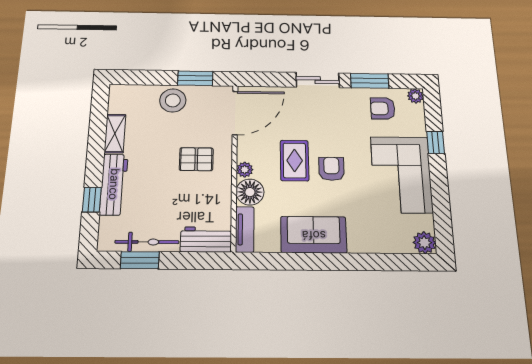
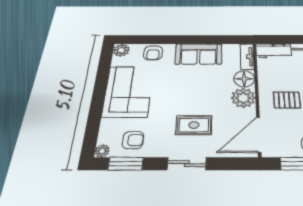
window: (370, 81) -> (126, 164), moved
window: (436, 142) -> (95, 114), removed
rug: (295, 160) -> (194, 125), moved, turned 90
armchair: (331, 169) -> (153, 53), moved
plant: (245, 170) -> (243, 98), width x1.88, depth x1.88

